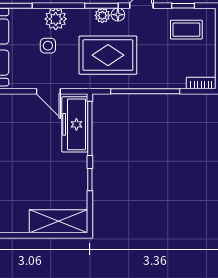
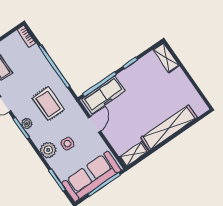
floor lamp: (118, 15) -> (20, 115), removed
rug: (108, 55) -> (48, 104), width x0.73, depth x0.70
shelving: (58, 221) -> (166, 57), width x0.67, depth x0.75

